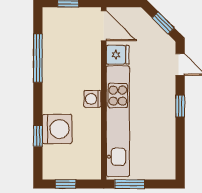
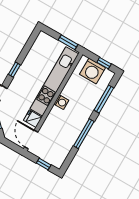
window: (38, 58) -> (84, 134), moved
washing machine: (57, 129) -> (93, 71), moved, turned -90
window: (38, 136) -> (104, 99), width x2.17

